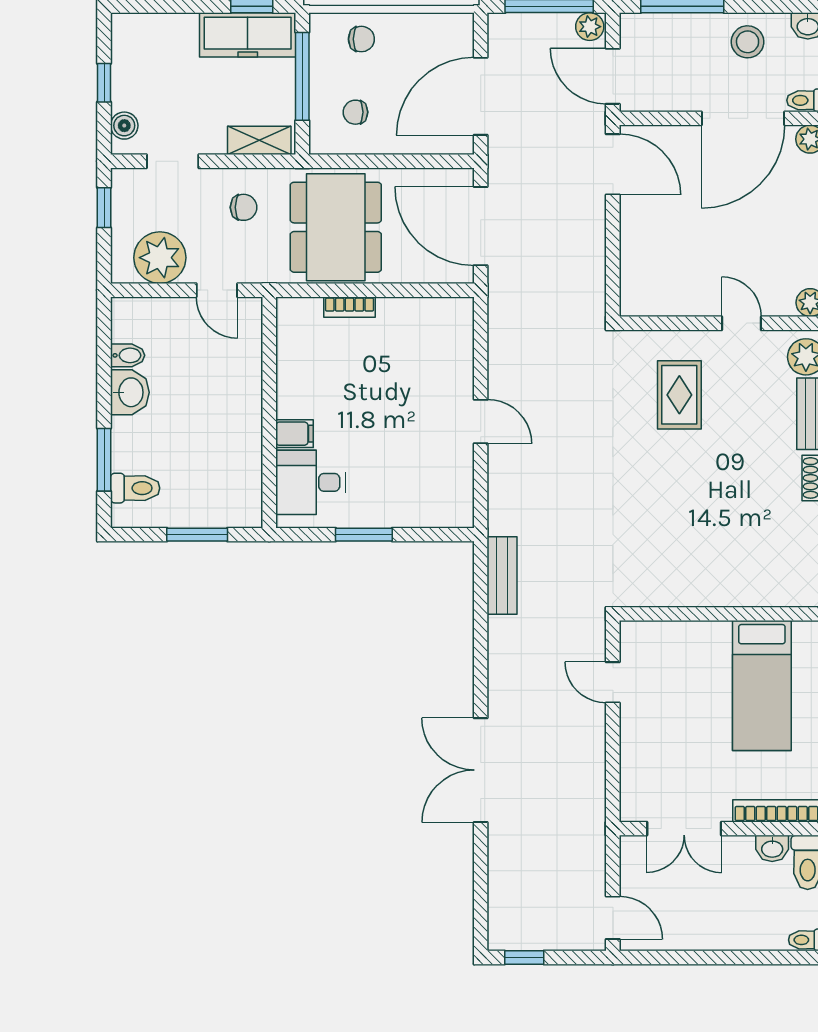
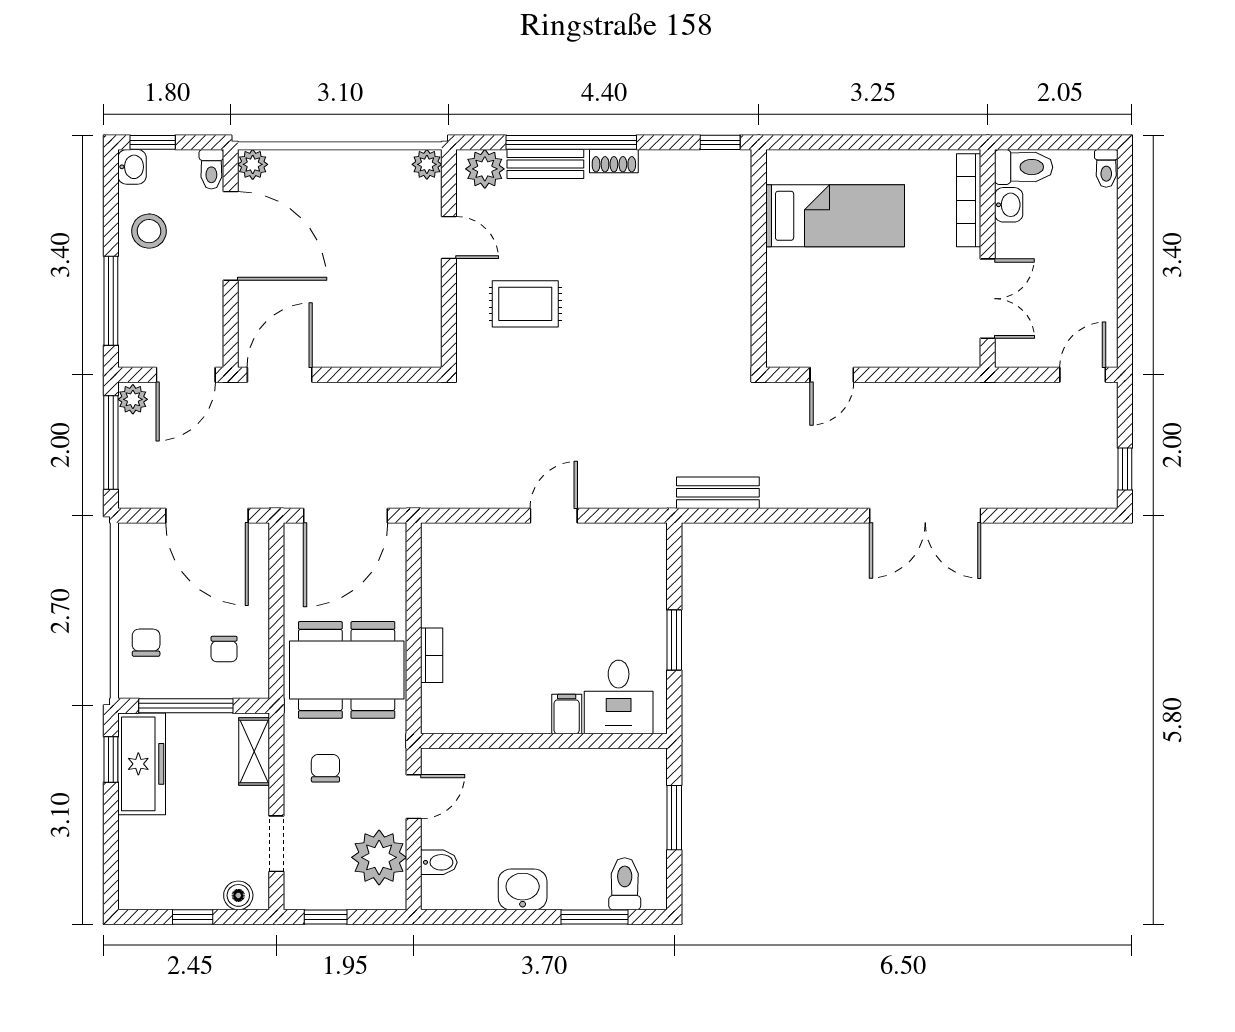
door: (741, 323) -> (449, 238), swing flipped
bidet: (128, 355) -> (439, 862), moved, turned 90

